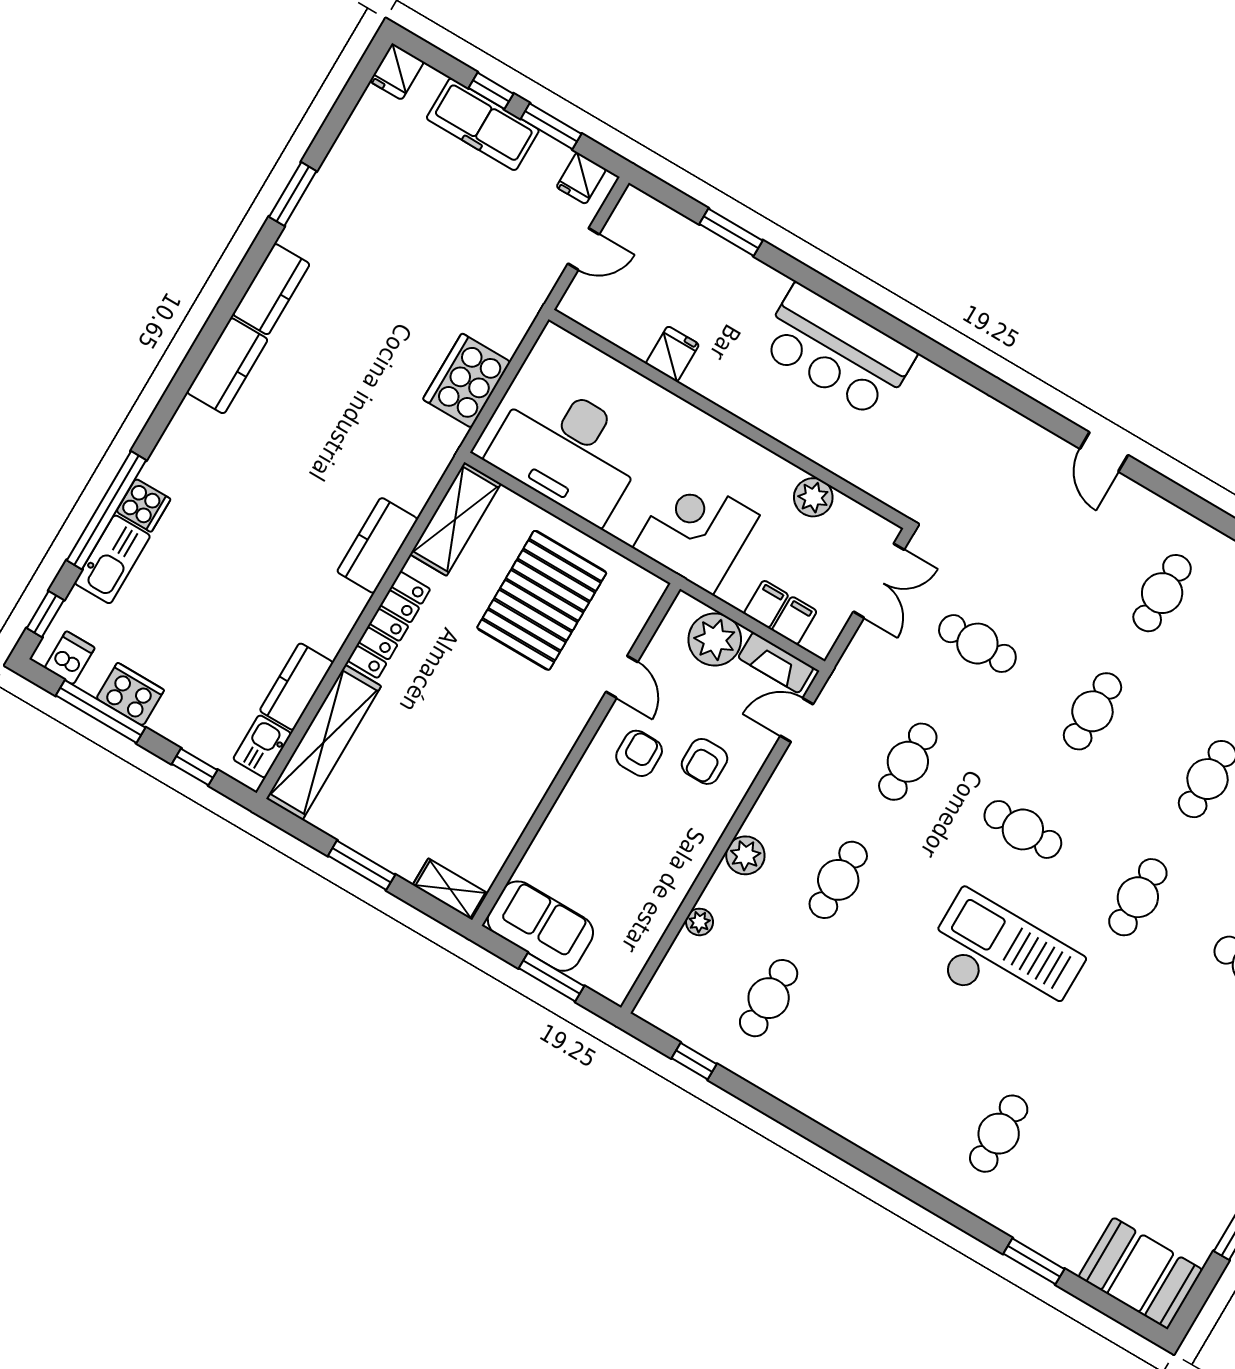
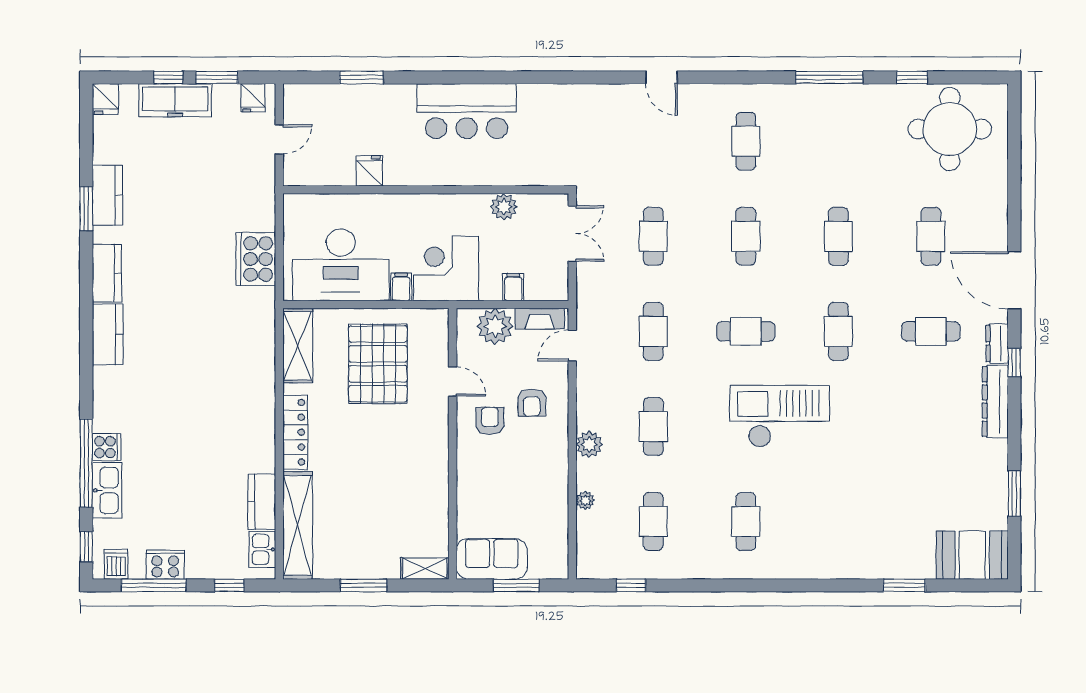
kitchen counter: (377, 545) -> (108, 195), moved, turned 180
filing cabinet: (794, 621) -> (401, 287), moved
cafe table: (977, 644) -> (653, 236), turned 90
cafe table: (999, 1134) -> (746, 522), moved

